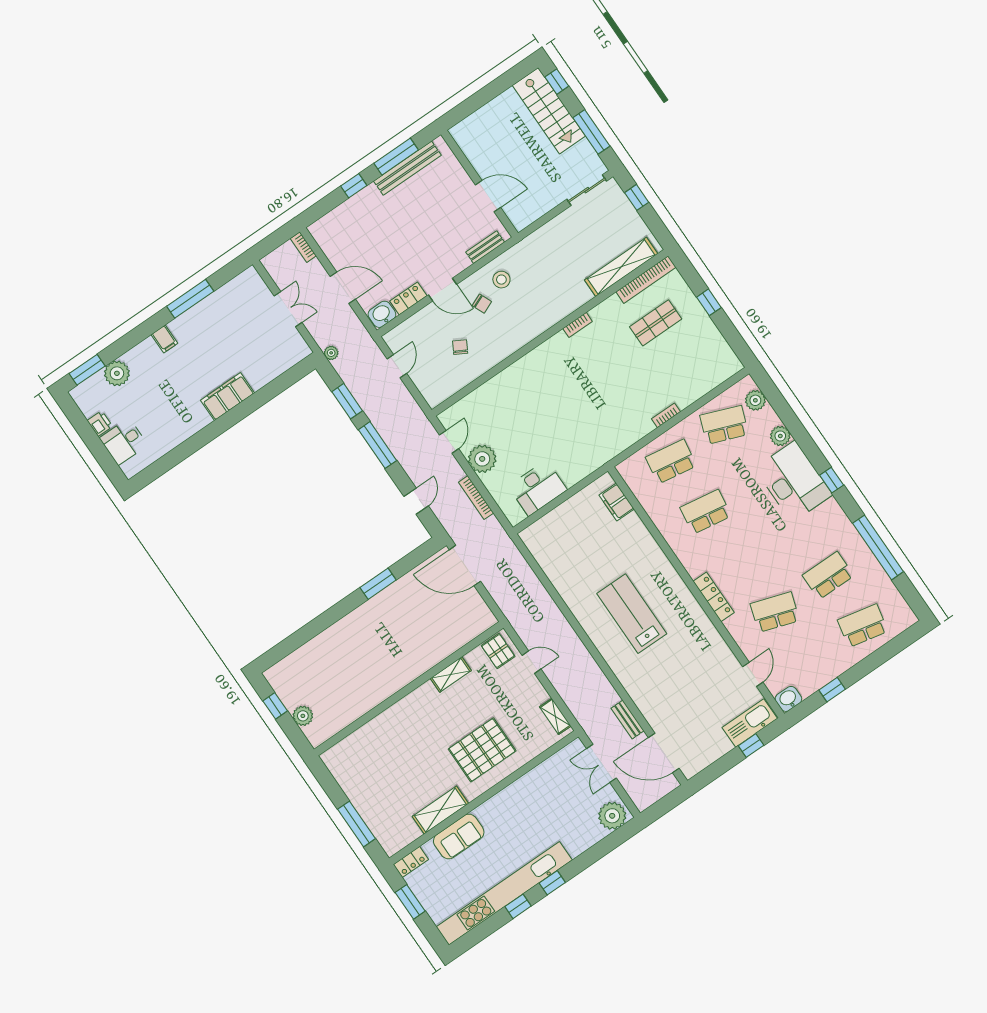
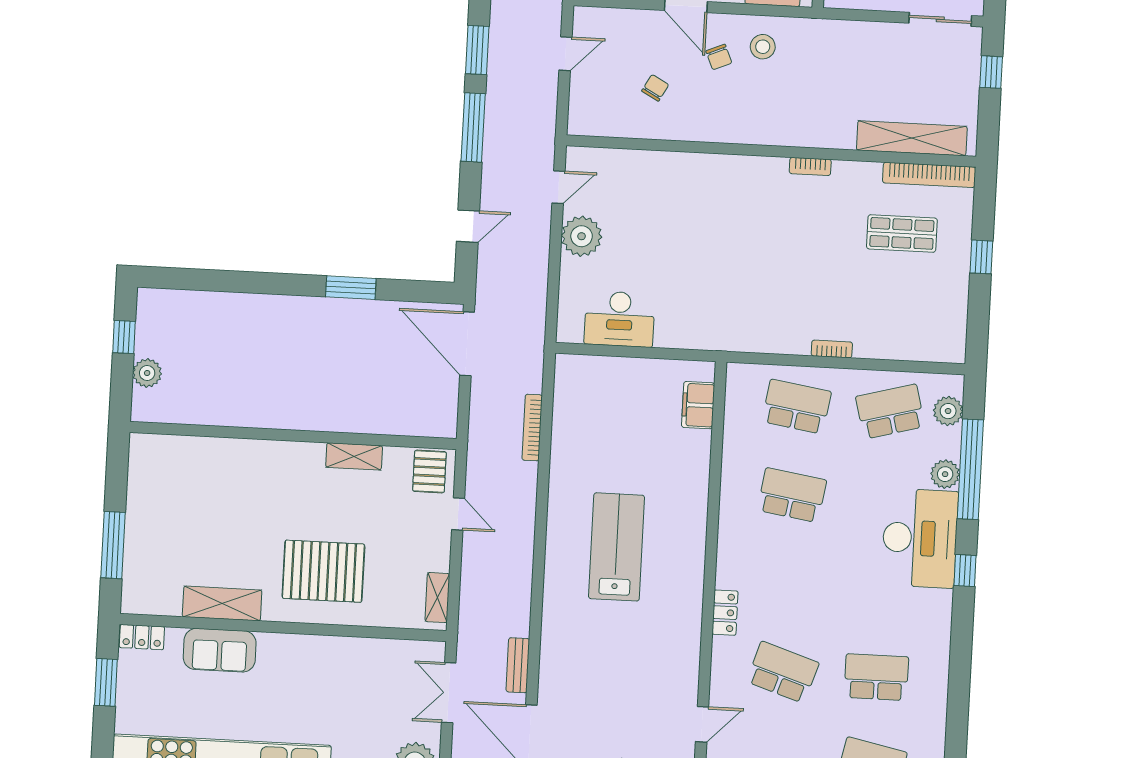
school desk: (724, 425) -> (890, 412), turned -36
bookcase: (476, 498) -> (532, 428), moved
window: (878, 547) -> (970, 469), moved
locker: (714, 597) -> (725, 613), width x0.66

